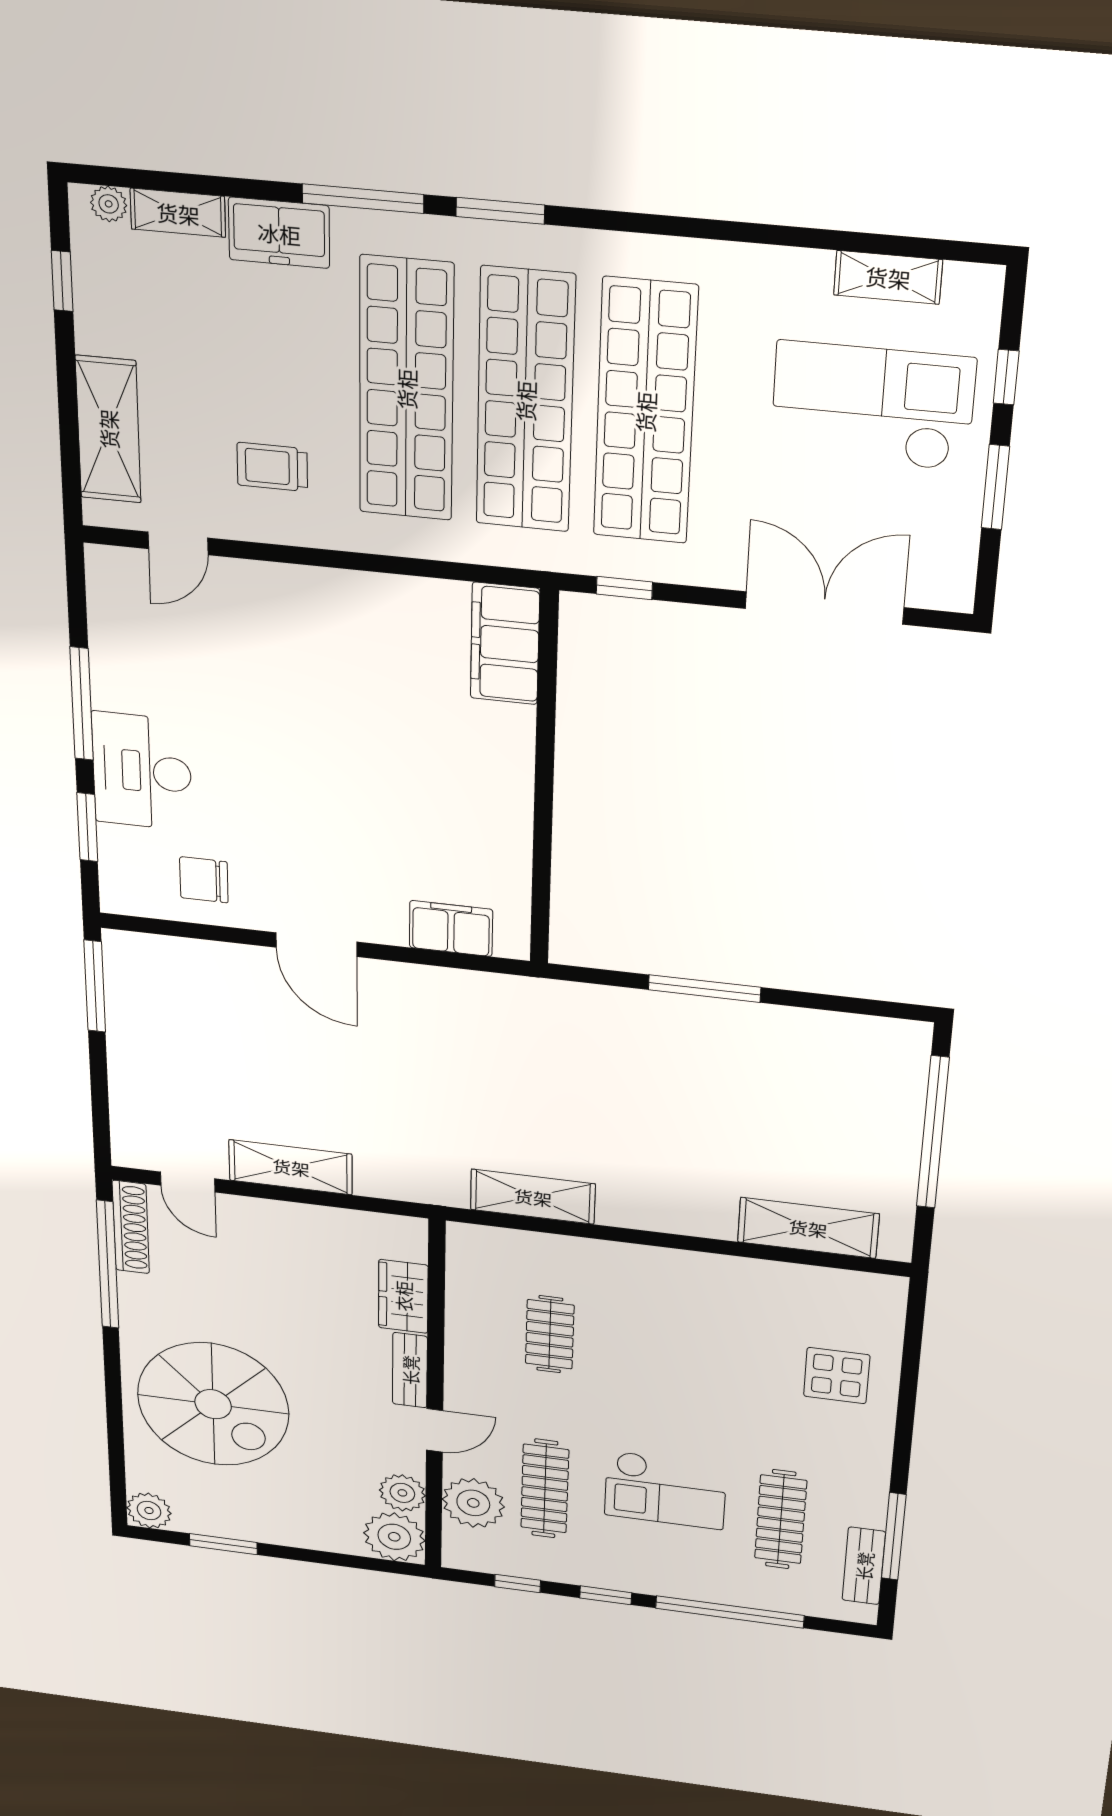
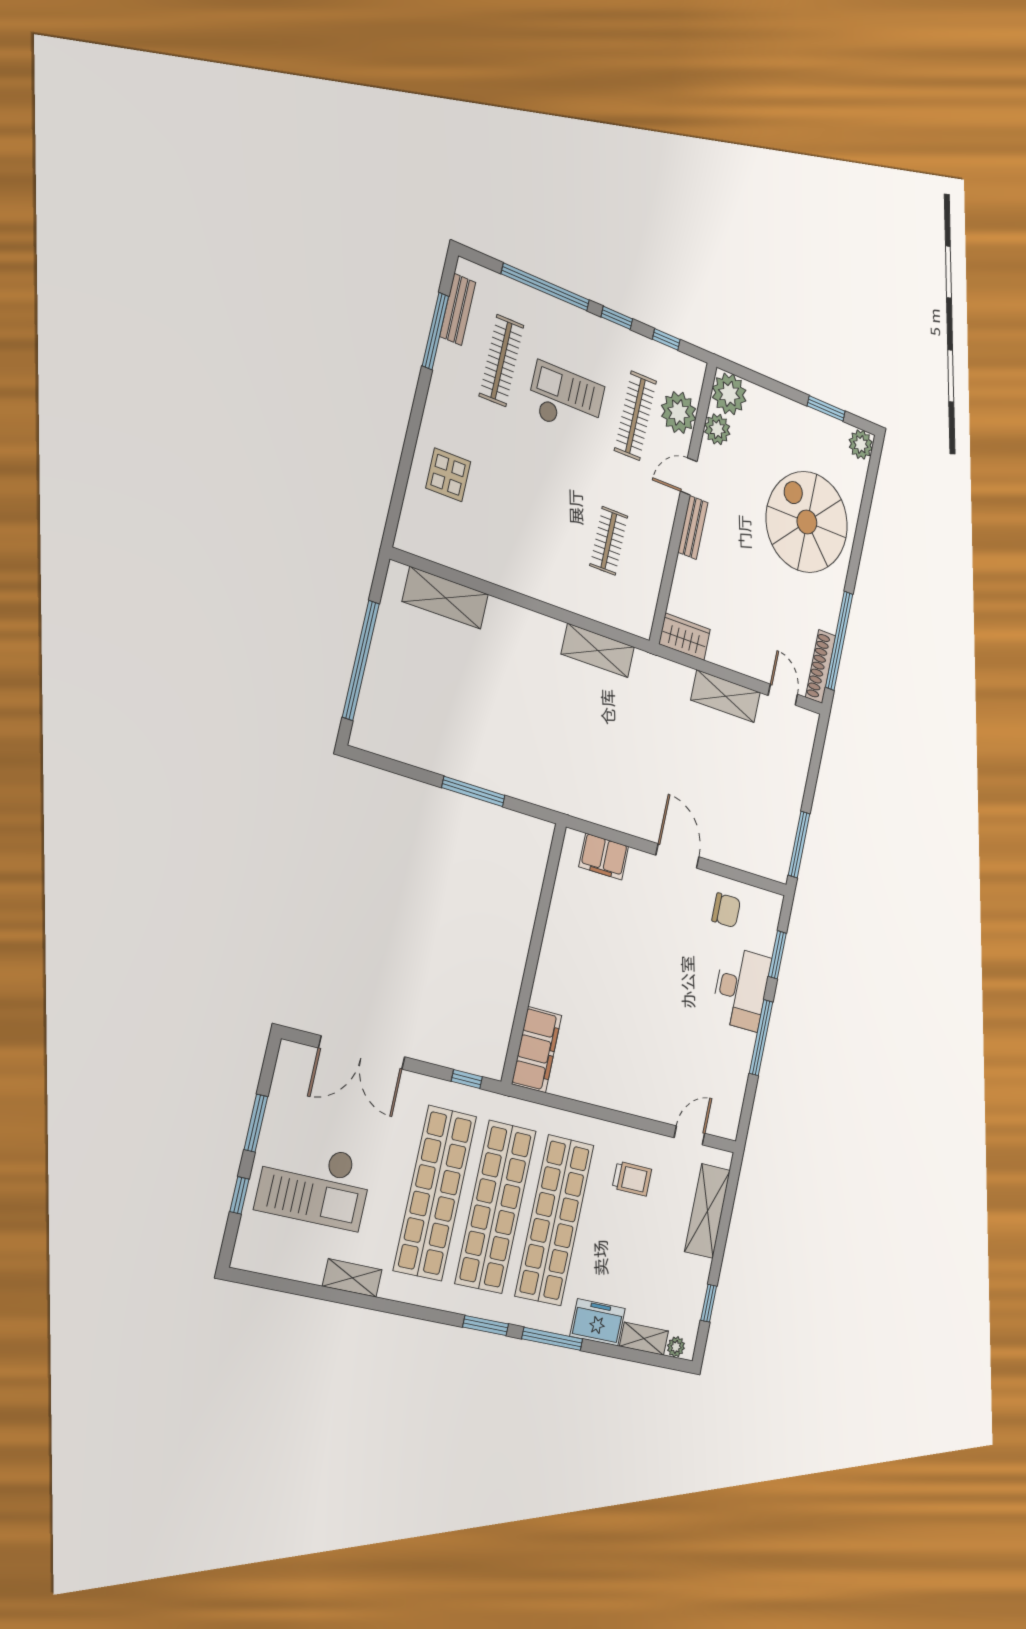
shelving: (888, 277) -> (352, 1278), moved
wardrobe: (403, 1296) -> (685, 637), moved, turned -90

